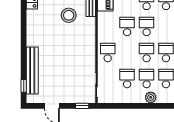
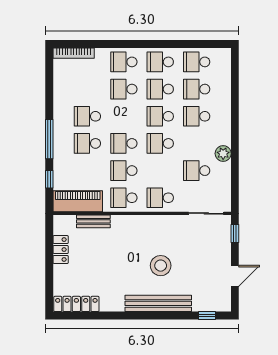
stool: (69, 15) -> (161, 266), moved
bench: (32, 71) -> (158, 303), moved
school desk: (147, 79) -> (124, 198), moved
plant: (151, 97) -> (223, 154), moved

